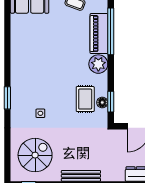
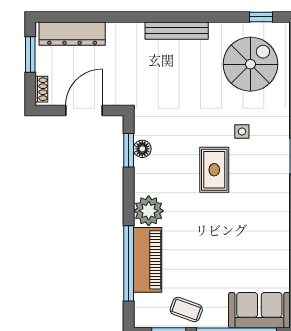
rug: (85, 99) -> (214, 170), moved
spiral stairs: (35, 155) -> (250, 64), turned 180

